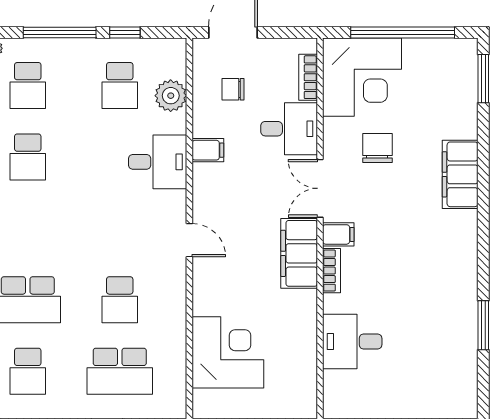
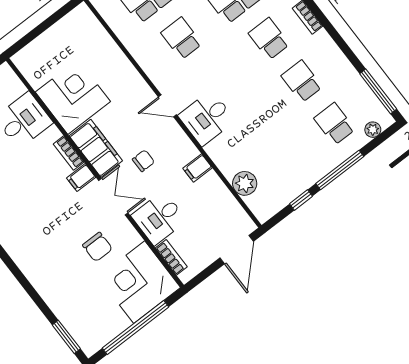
school desk: (120, 86) -> (269, 39), moved
chair: (233, 89) -> (143, 161), moved
desk: (158, 162) -> (207, 118), moved
filing cabinet: (460, 174) -> (36, 269), removed
corner desk: (228, 352) -> (73, 97), moved, turned 180

